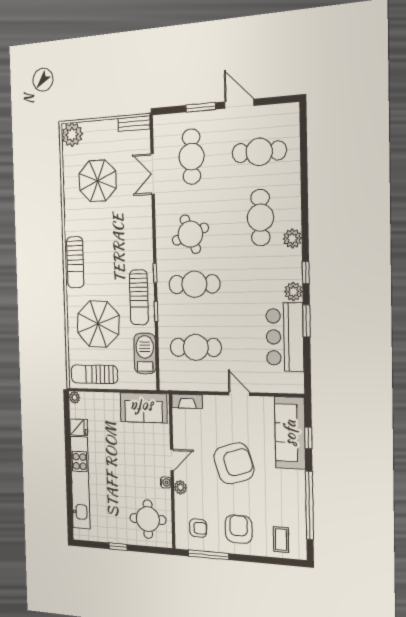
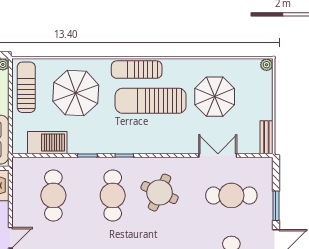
plant: (72, 135) -> (267, 65), width x0.53, depth x0.53
round table: (190, 234) -> (160, 193), turned 45
sun lounger: (139, 297) -> (151, 101), moved, width x1.36, depth x1.34

